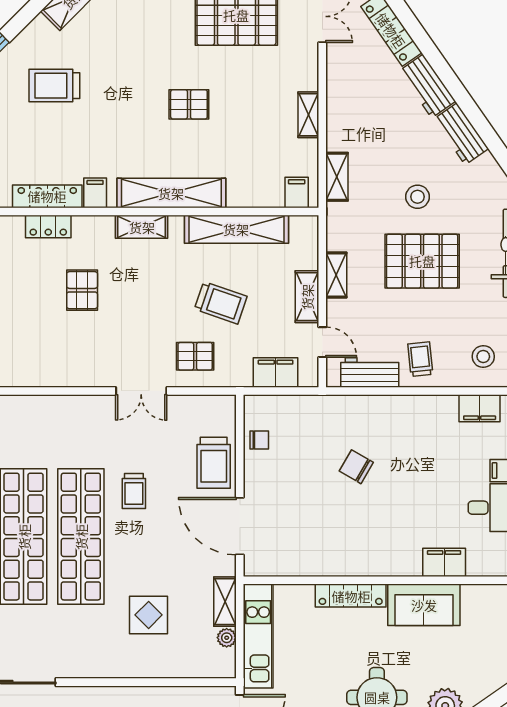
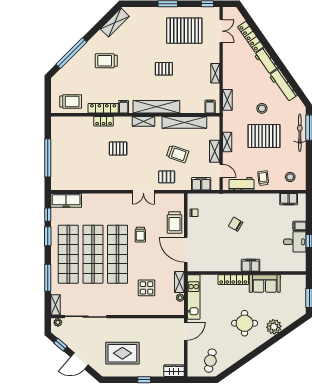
workbench: (461, 134) -> (283, 85), width x1.38
pallet: (82, 290) -> (118, 149), turned 90
filing cabinet: (444, 562) -> (251, 265), moved

